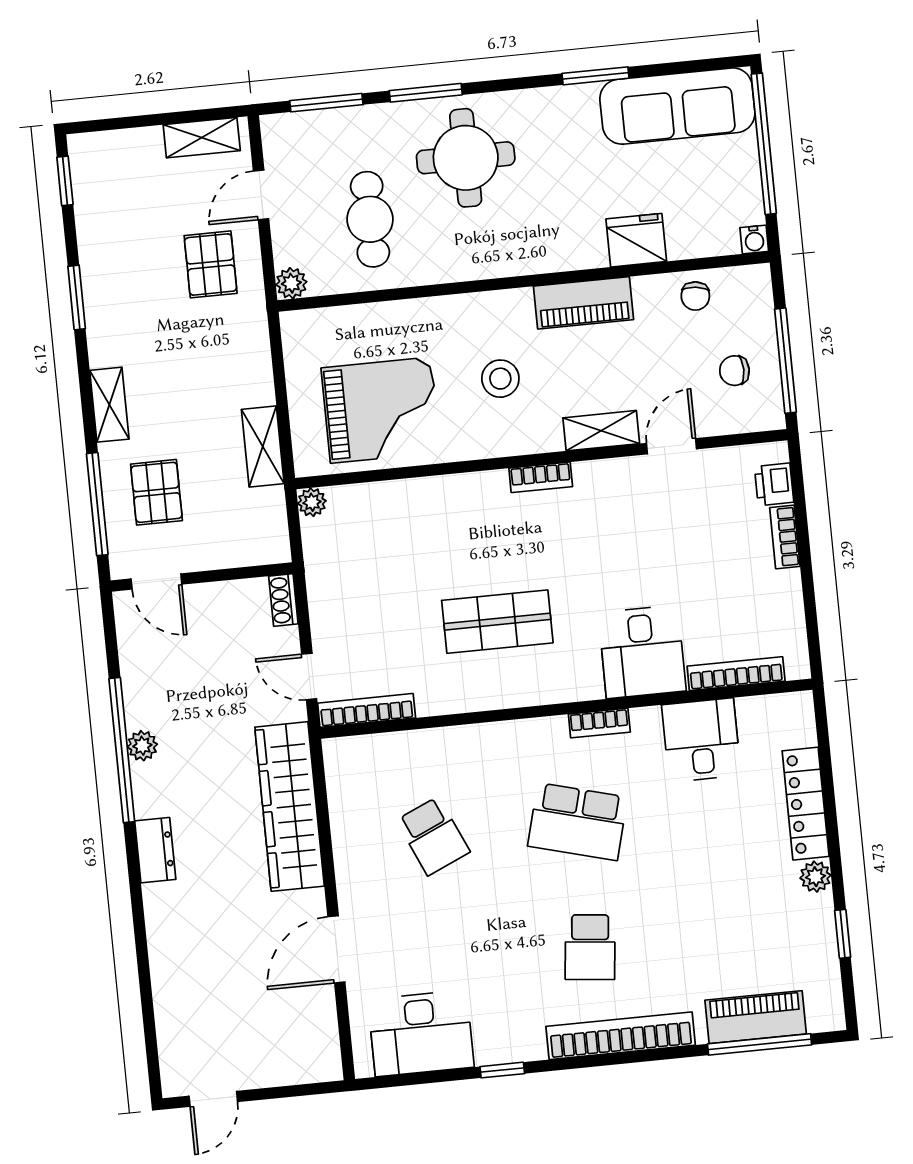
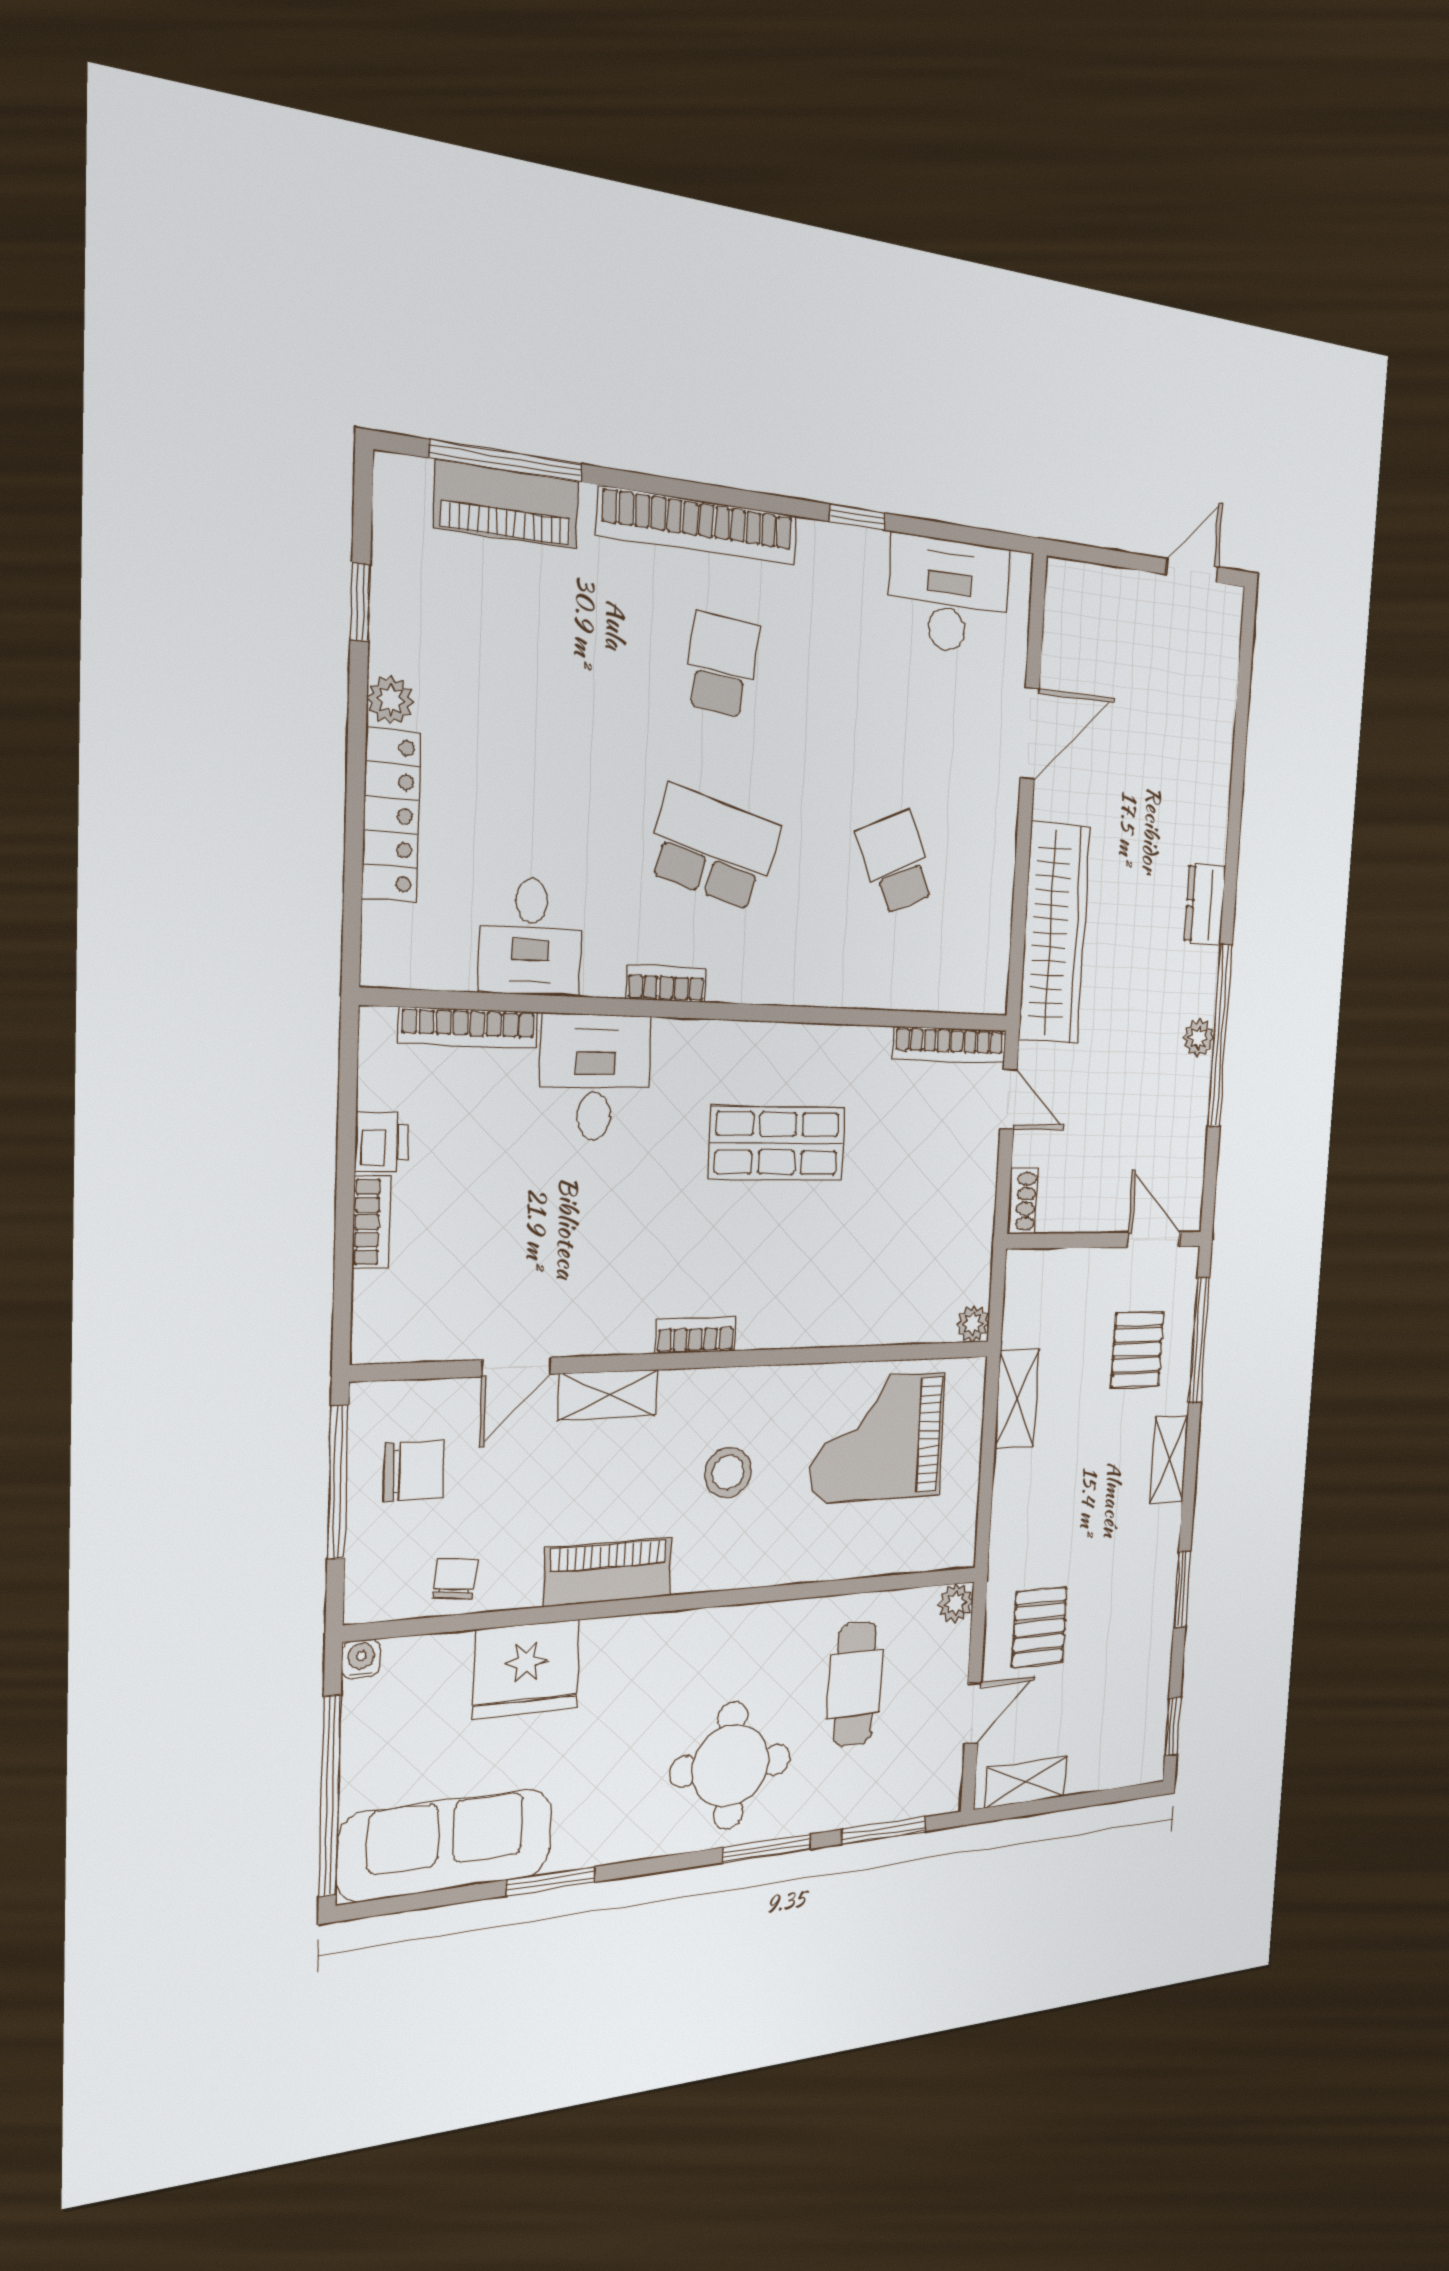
fridge: (636, 240) -> (526, 1669), width x1.36, depth x1.34
chair: (734, 371) -> (414, 1471), width x1.37, depth x1.37
printer: (774, 484) -> (382, 1142), moved

